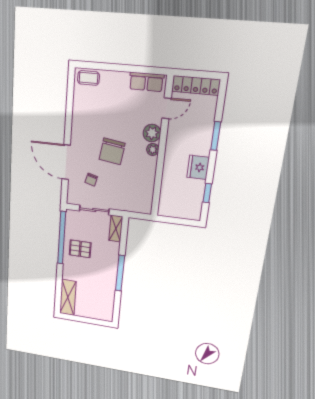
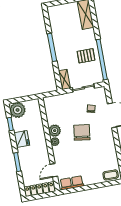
plant: (152, 133) -> (55, 131), moved
plant: (191, 209) -> (18, 110), added

